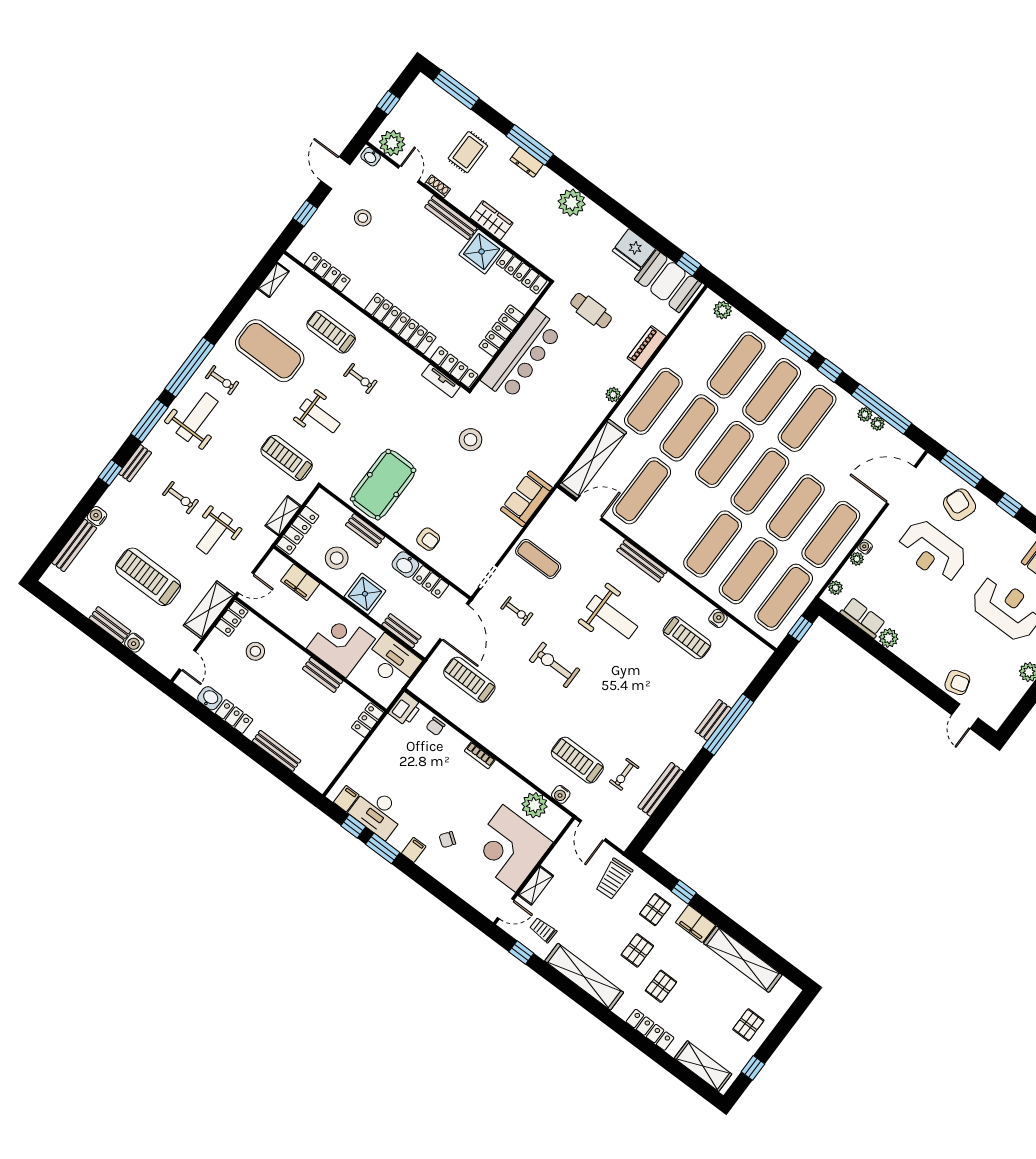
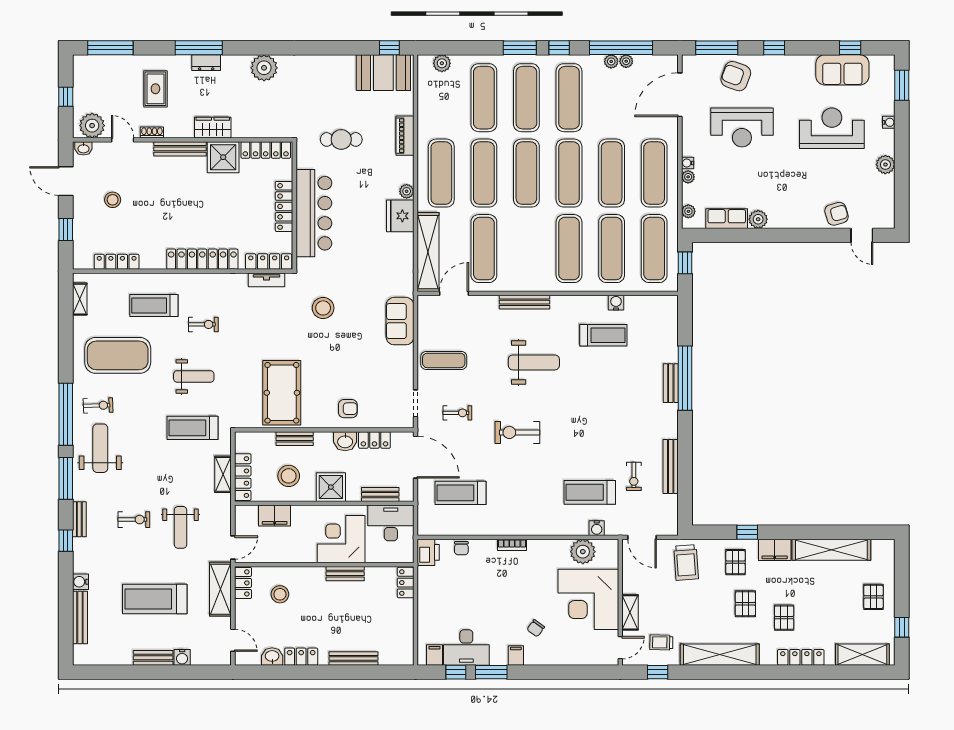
fridge: (634, 250) -> (400, 216), moved, turned 90

